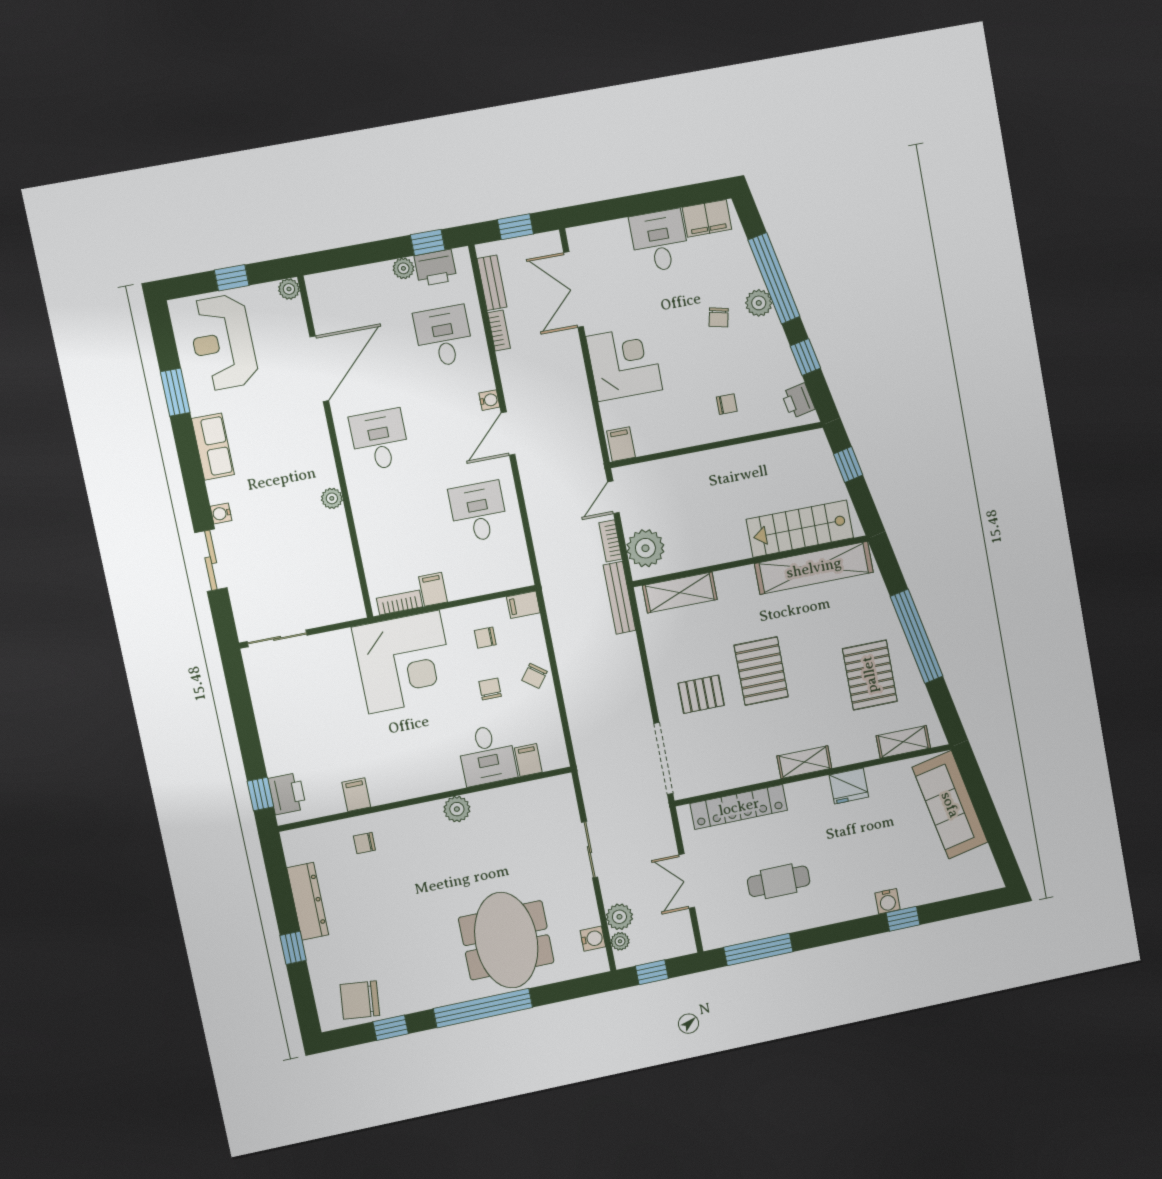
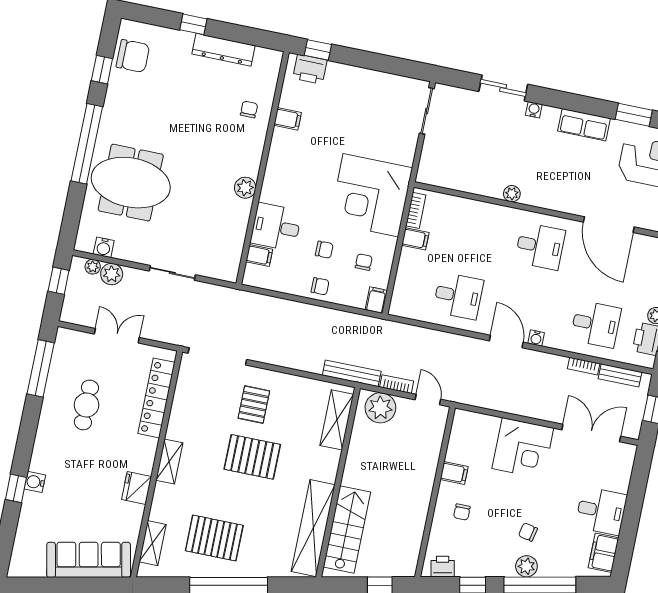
filing cabinet: (621, 444) -> (454, 473), moved
chair: (534, 676) -> (320, 286), turned 143
chair: (360, 1000) -> (133, 56), turned 84

